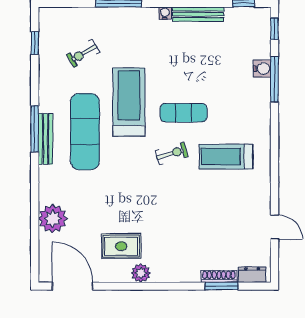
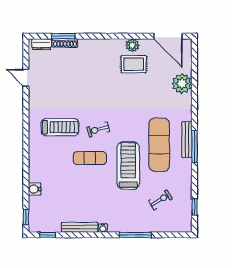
window: (274, 79) -> (26, 182), removed
treadmill: (129, 102) -> (128, 165), turned 180
plant: (141, 273) -> (132, 45), moved

